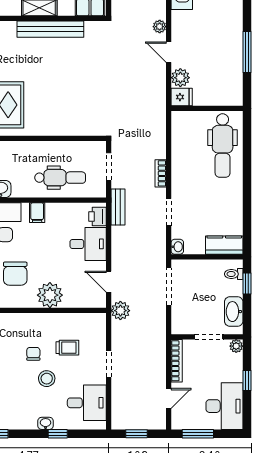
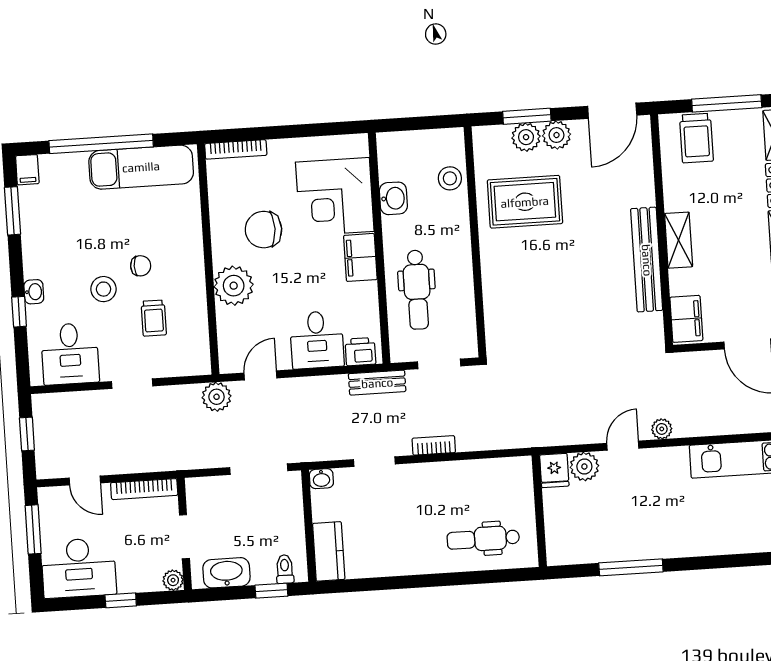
dental chair: (223, 146) -> (483, 539), width x0.73, depth x0.72
filing cabinet: (37, 213) -> (360, 257), width x2.00

